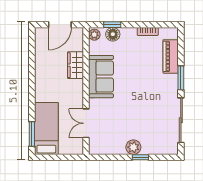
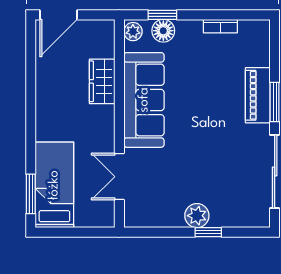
door: (60, 25) -> (58, 15), moved
piano: (171, 56) -> (258, 95), moved
sofa: (101, 77) -> (144, 100), width x1.36

